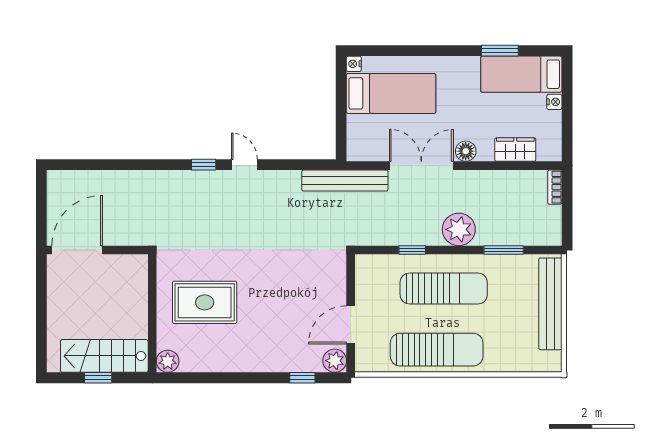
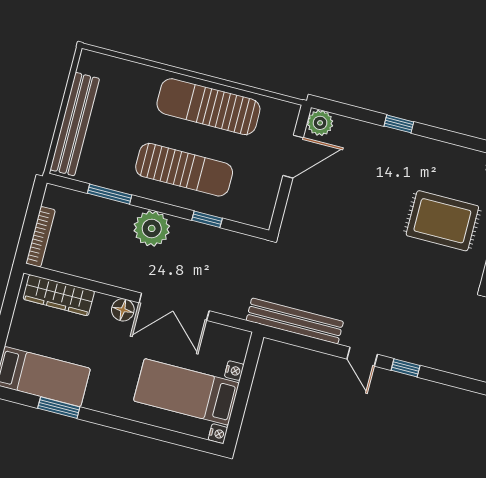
nightstand: (554, 102) -> (234, 371), moved, turned 180
wardrobe: (515, 150) -> (59, 295), width x1.50
bench: (345, 181) -> (295, 321), moved
bookcase: (555, 187) -> (41, 237), width x1.56
sun lounger: (444, 289) -> (184, 170), turned 180
window: (302, 378) -> (399, 124), moved

